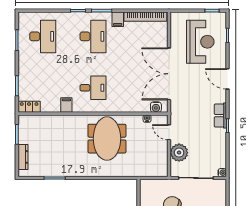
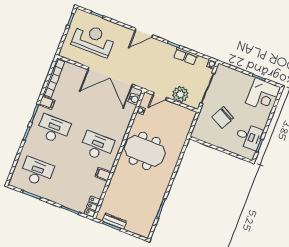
door: (228, 79) -> (144, 33), moved
desk: (93, 88) -> (97, 146), width x1.37
row of seats: (220, 116) -> (186, 56), moved
dresser: (23, 157) -> (114, 221), moved

